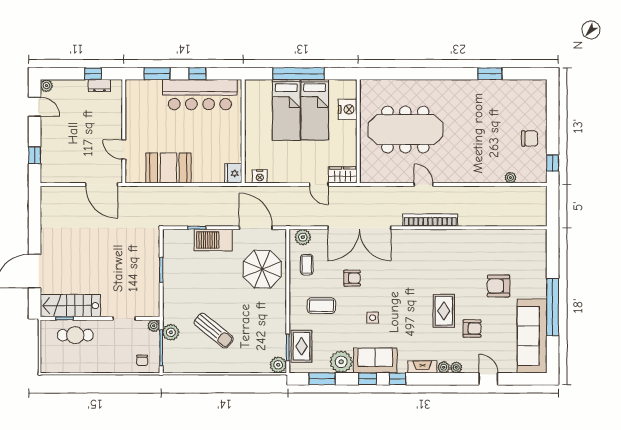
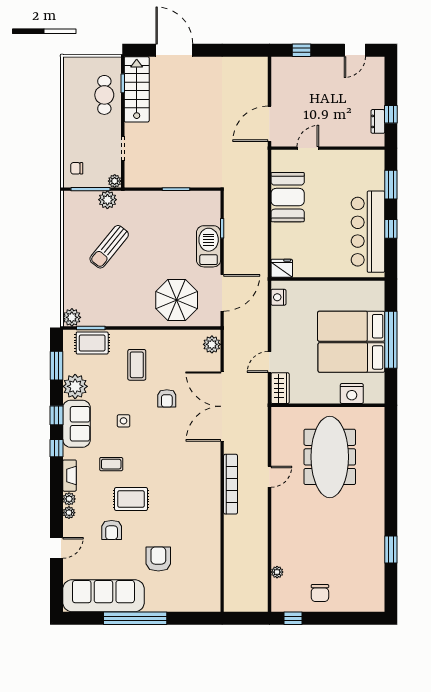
plant: (46, 86) -> (378, 63), removed
coffee table: (307, 265) -> (111, 464), moved

